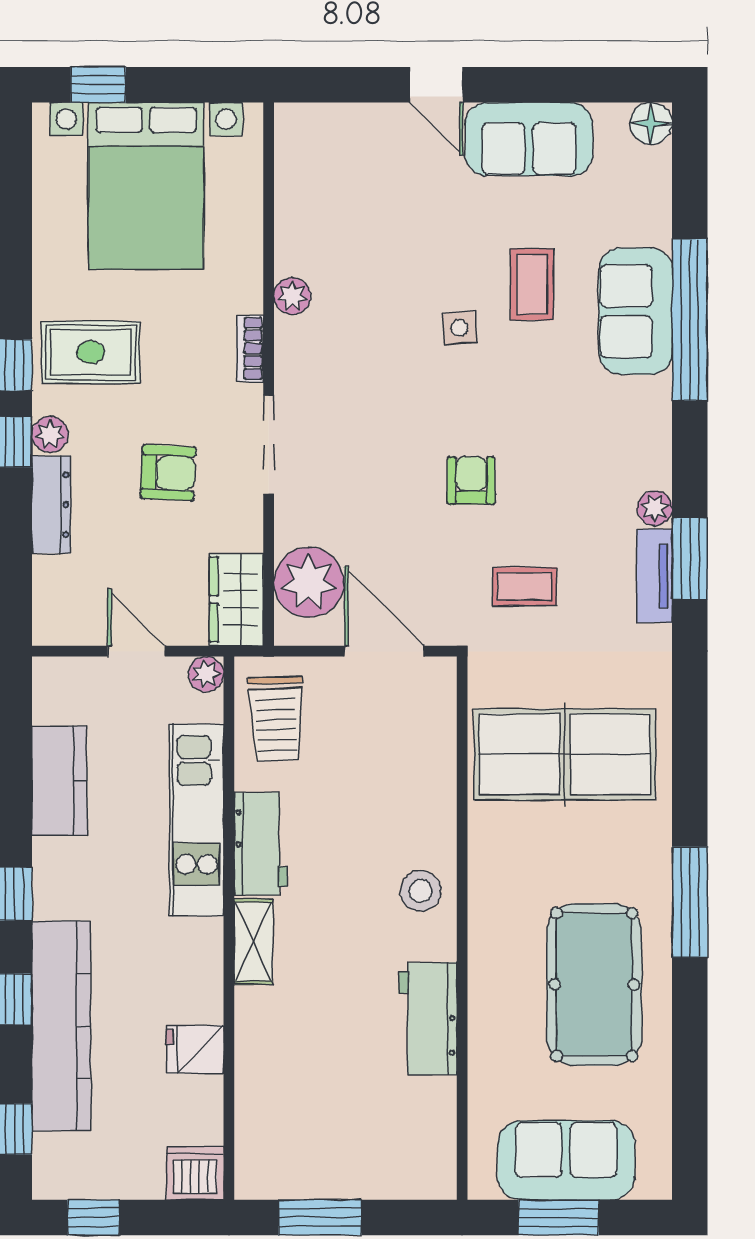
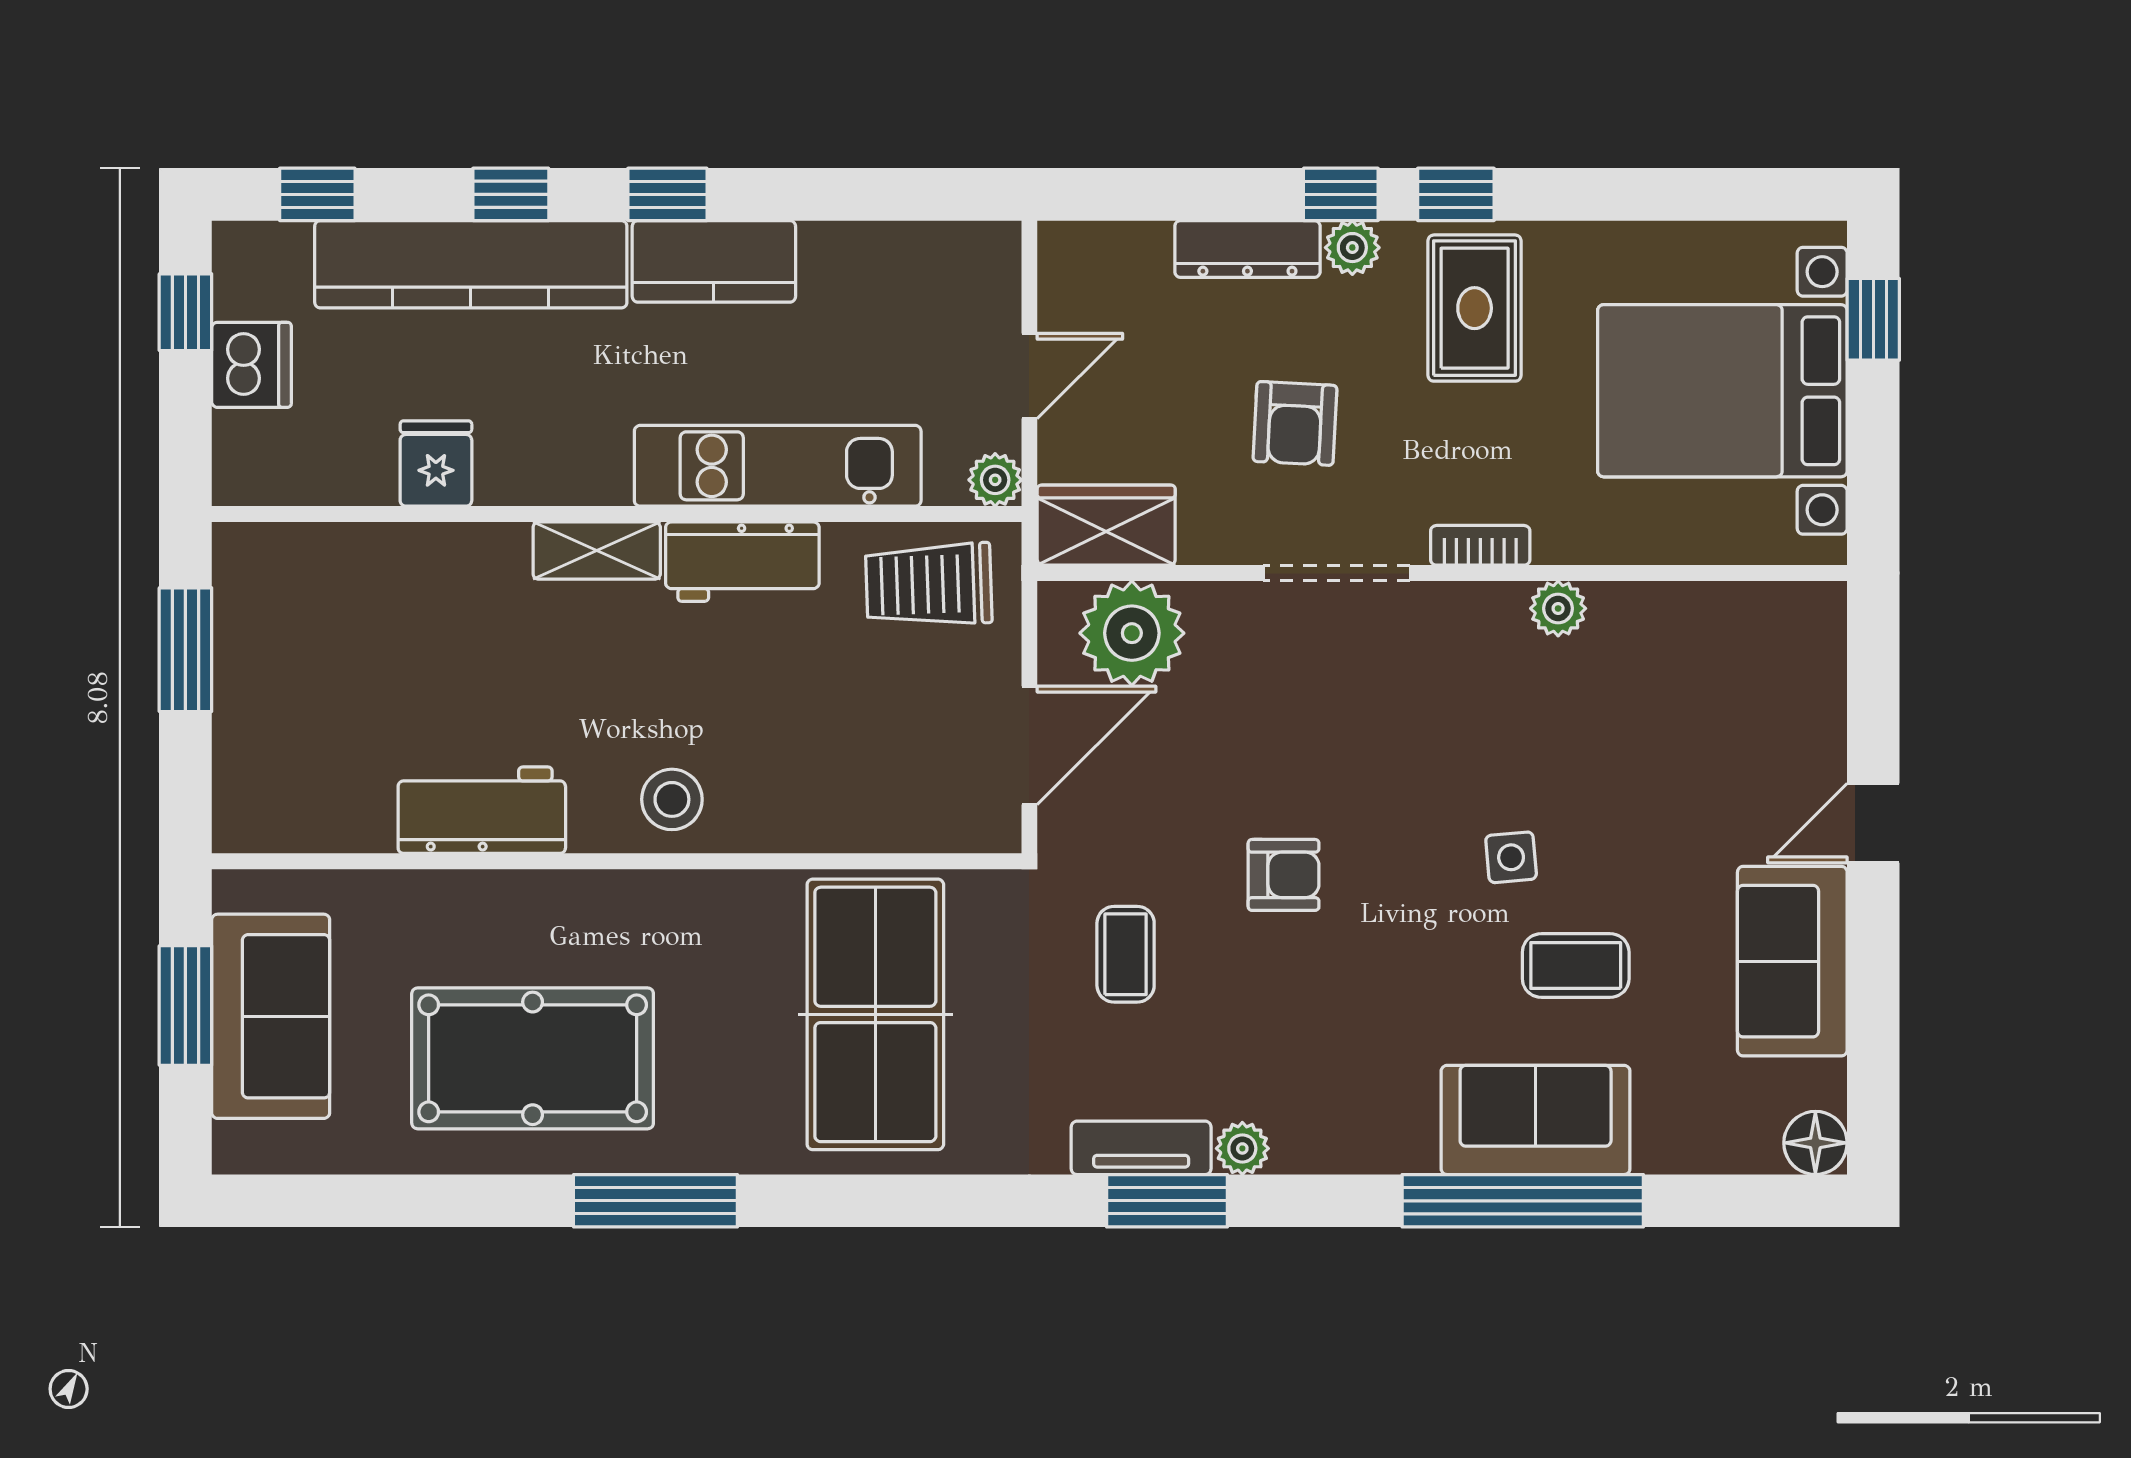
kitchen counter: (59, 781) -> (714, 261), moved
dishwasher: (195, 1173) -> (251, 365), moved

